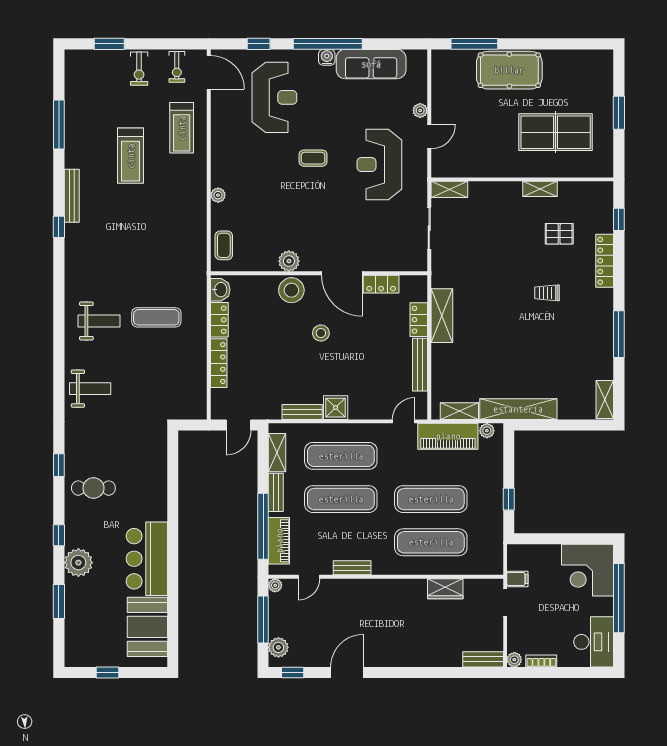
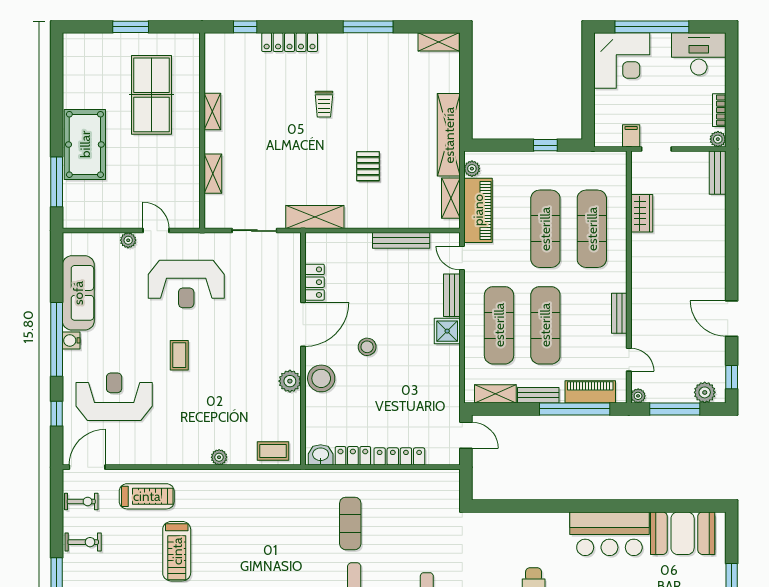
treadmill: (131, 156) -> (177, 551), turned 90
shelving: (449, 189) -> (213, 174), moved
pallet: (559, 234) -> (368, 166), moved
shelving: (442, 316) -> (315, 217), moved
locker: (419, 320) -> (353, 242), removed
bench: (302, 412) -> (452, 295), moved

